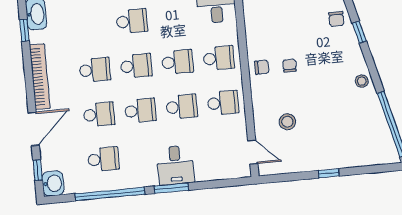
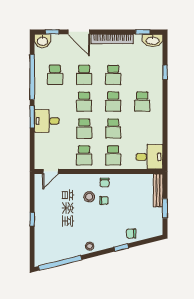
stool: (287, 122) -> (89, 197), moved

